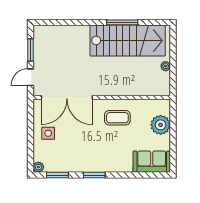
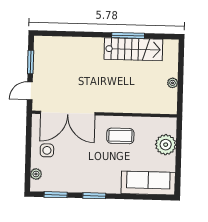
stairs: (128, 41) -> (133, 49), width x0.73, depth x0.66
sofa: (152, 162) -> (148, 183), width x1.36
plant: (38, 167) -> (36, 174), moved

